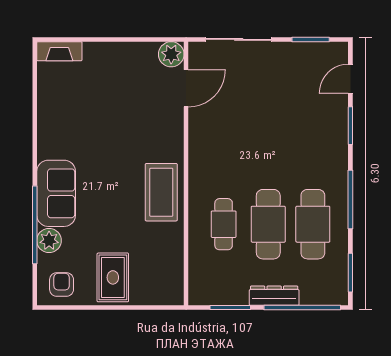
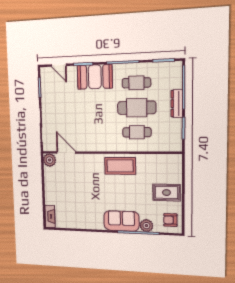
booth: (326, 147) -> (95, 77), added
cafe table: (313, 224) -> (136, 83), width x0.73, depth x0.74

